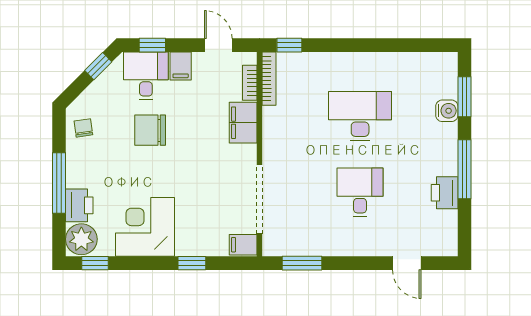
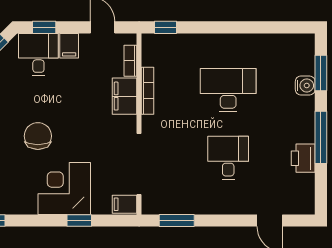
bookcase: (269, 79) -> (148, 91), moved
chair: (150, 130) -> (38, 136), moved, turned 90
corner desk: (145, 227) -> (64, 188), moved

